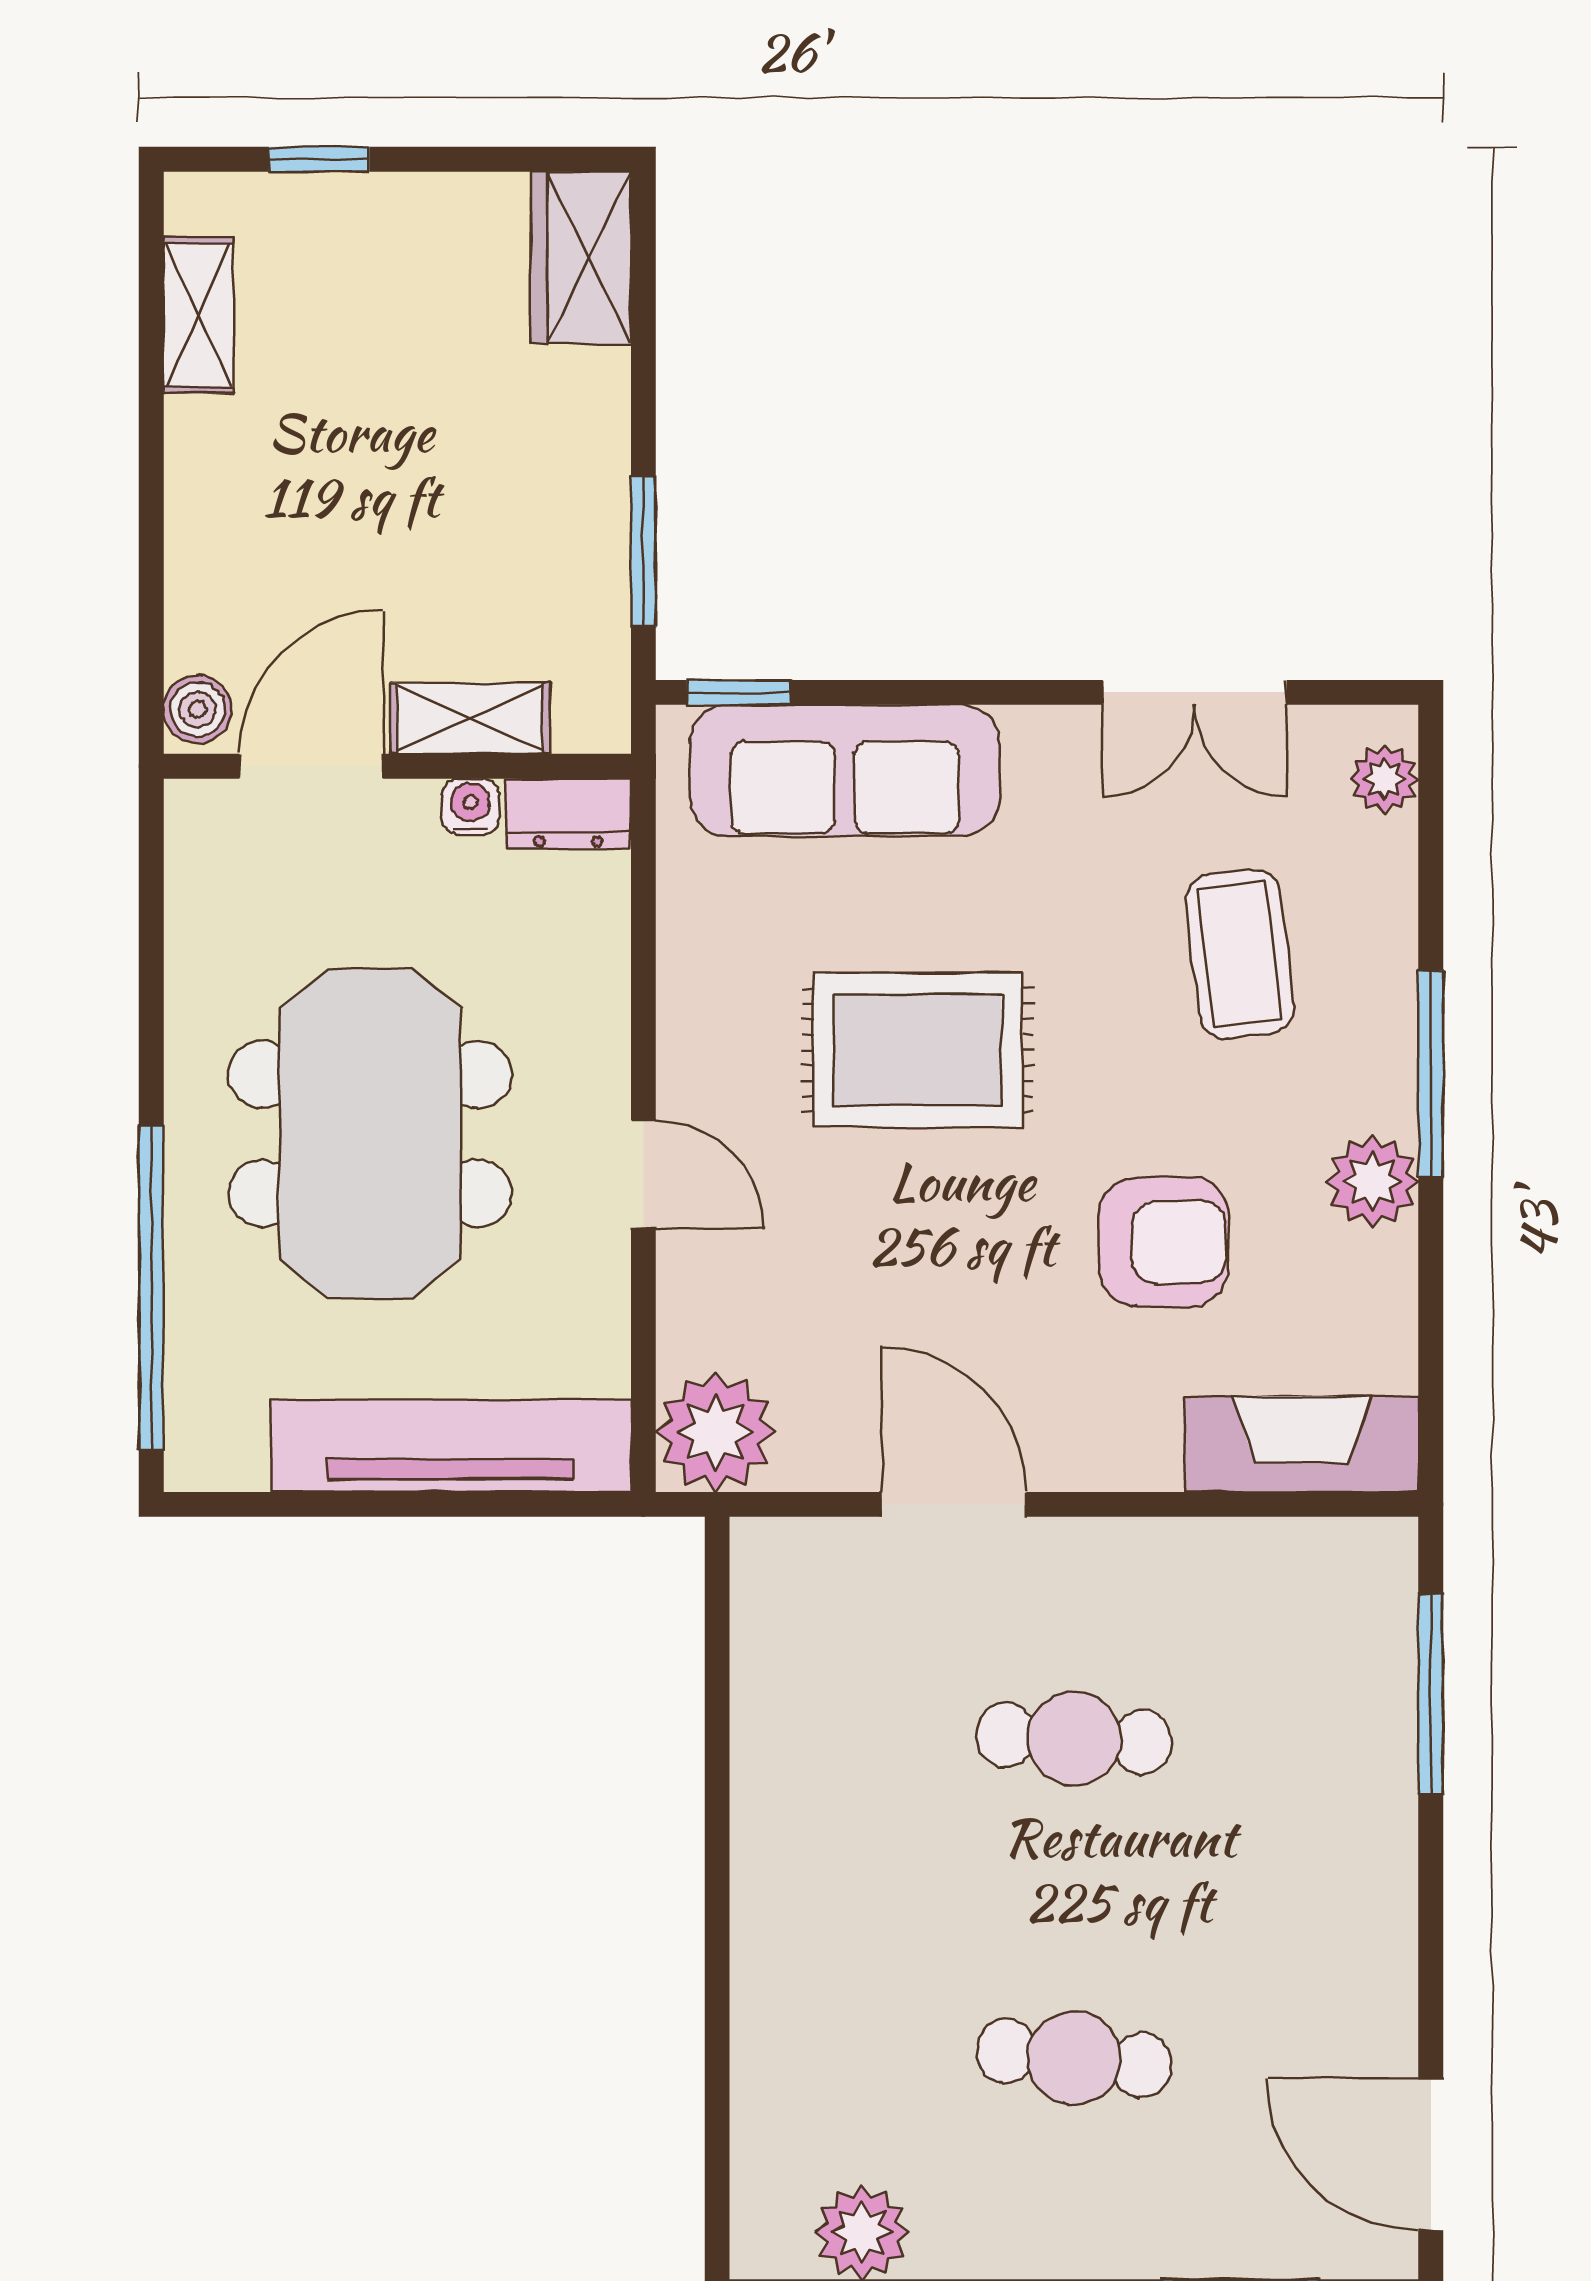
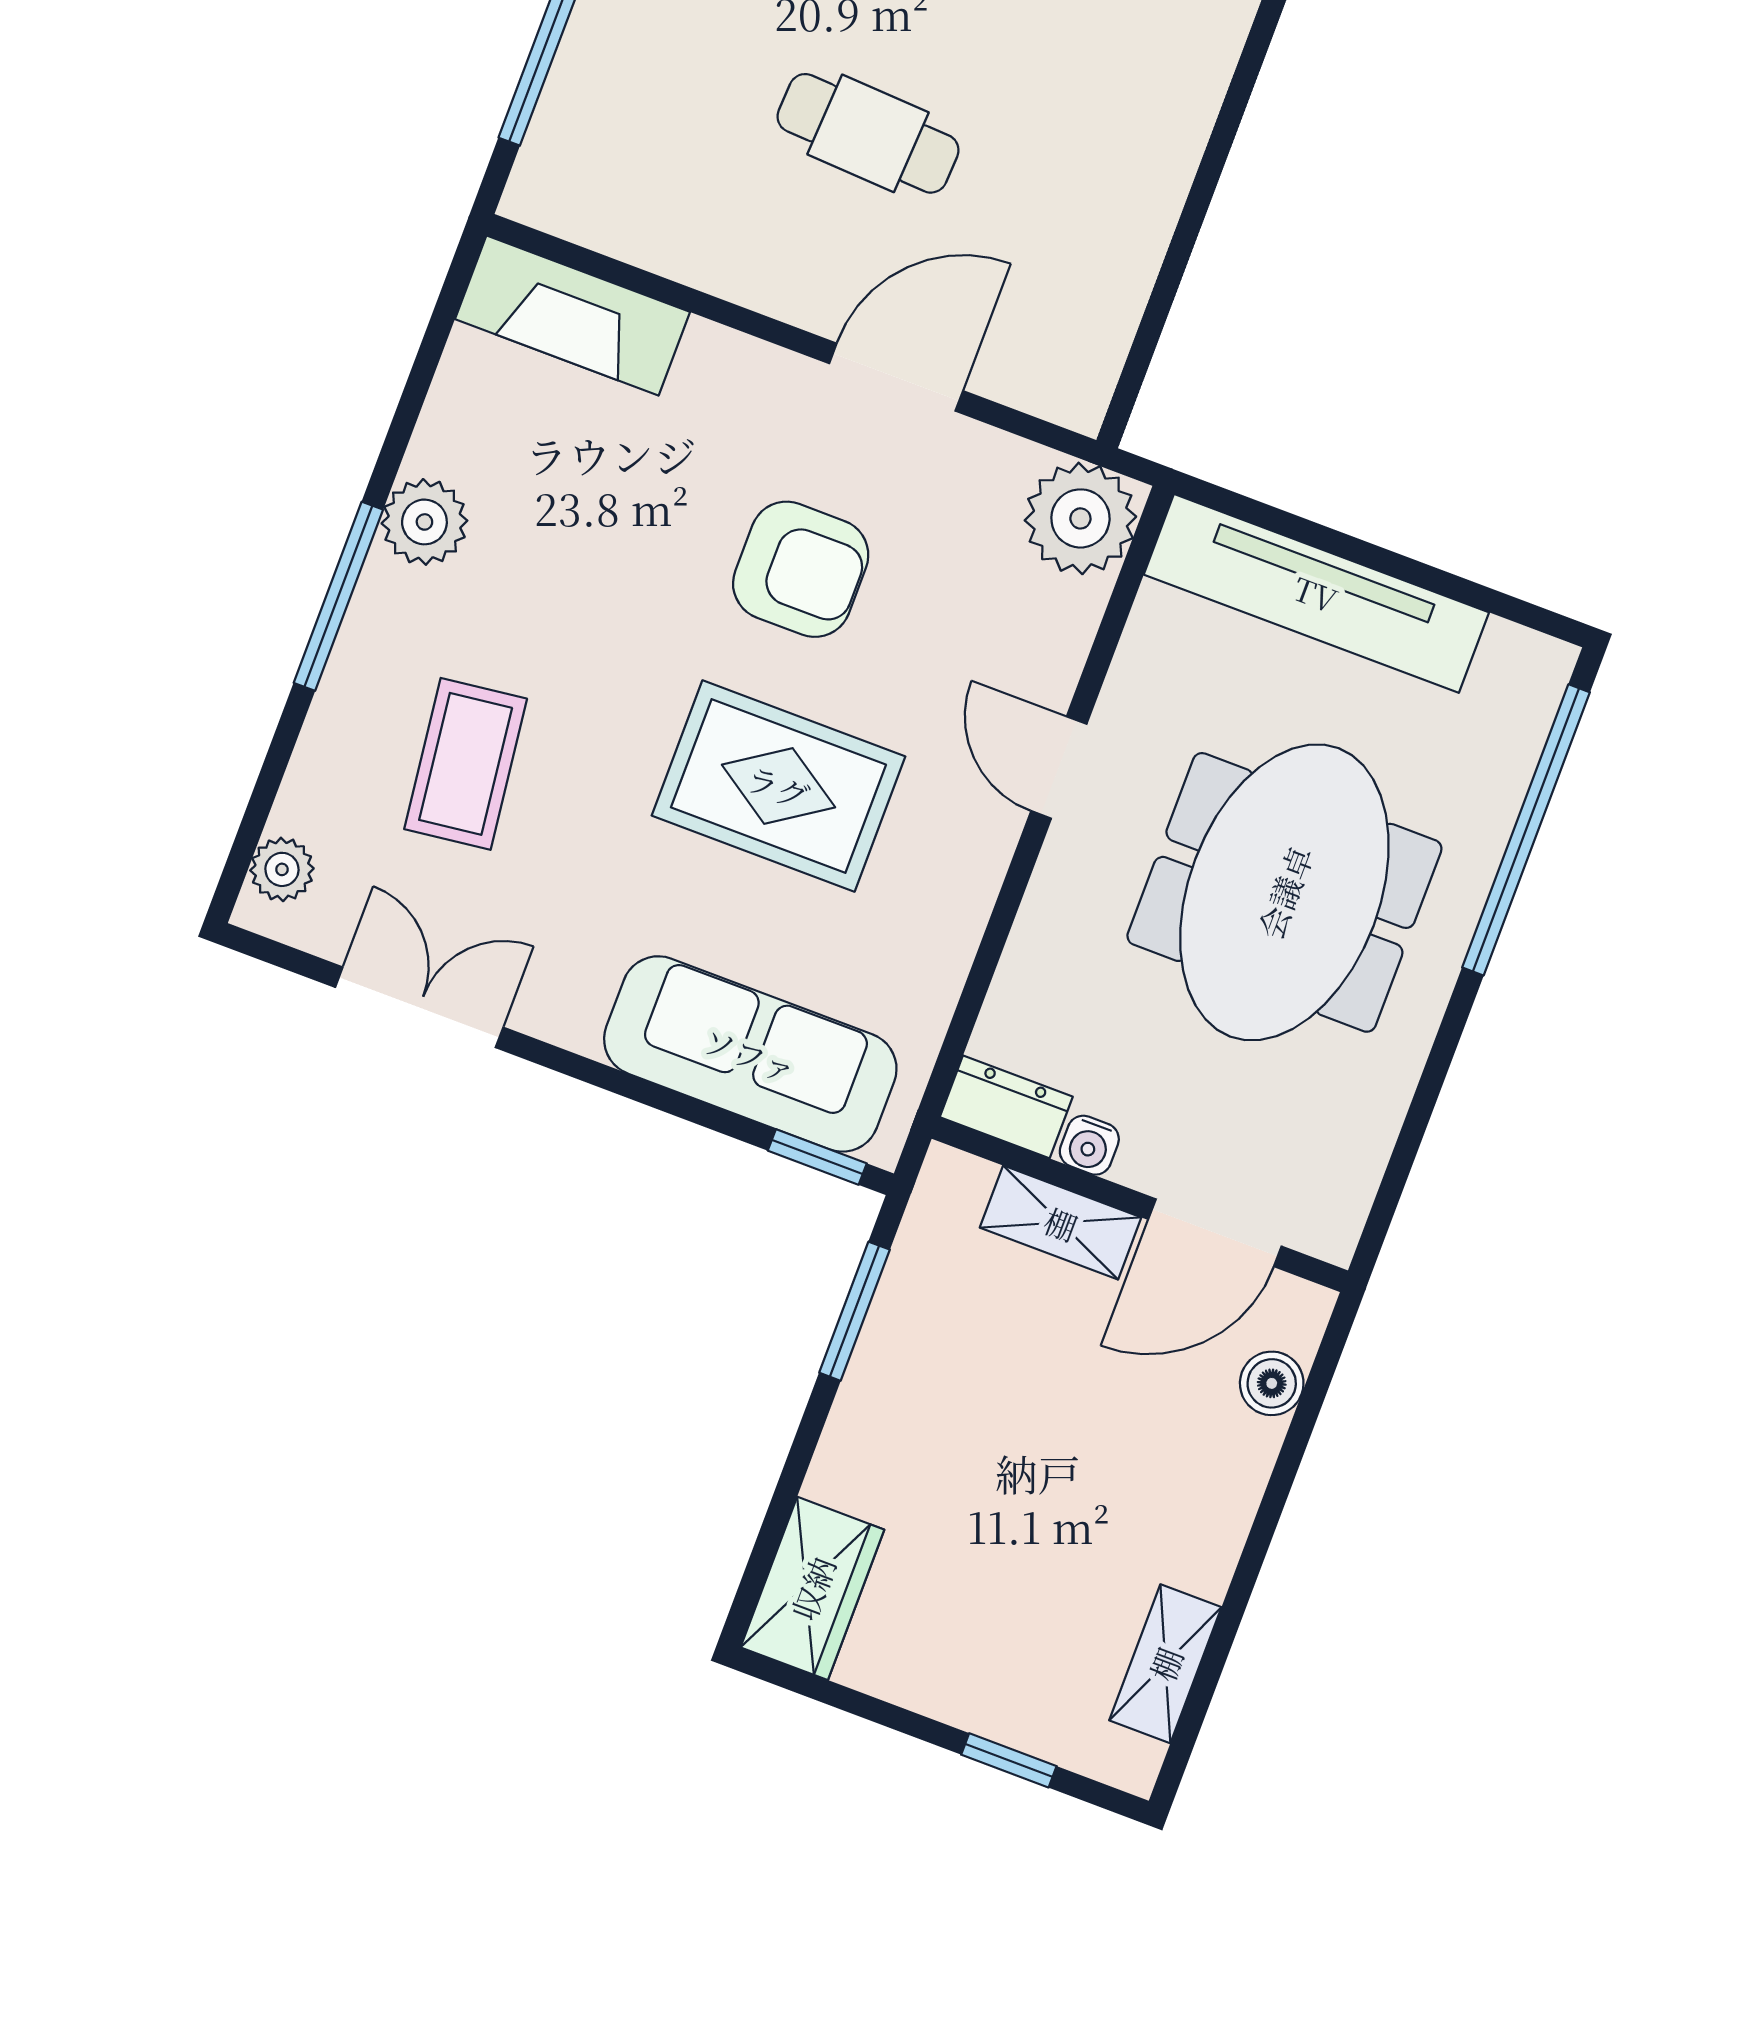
boiler: (198, 709) -> (1272, 1383), moved
armchair: (1163, 1242) -> (801, 569), moved, turned 180
door: (954, 1504) -> (896, 377), swing flipped

